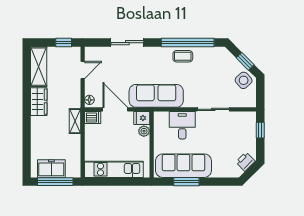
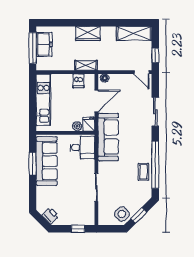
coffee table: (183, 56) -> (143, 172), moved
door: (83, 70) -> (142, 72), moved
wardrobe: (39, 102) -> (88, 33), moved
dishwasher: (93, 118) -> (78, 81), moved
desk: (182, 125) -> (82, 148), moved

